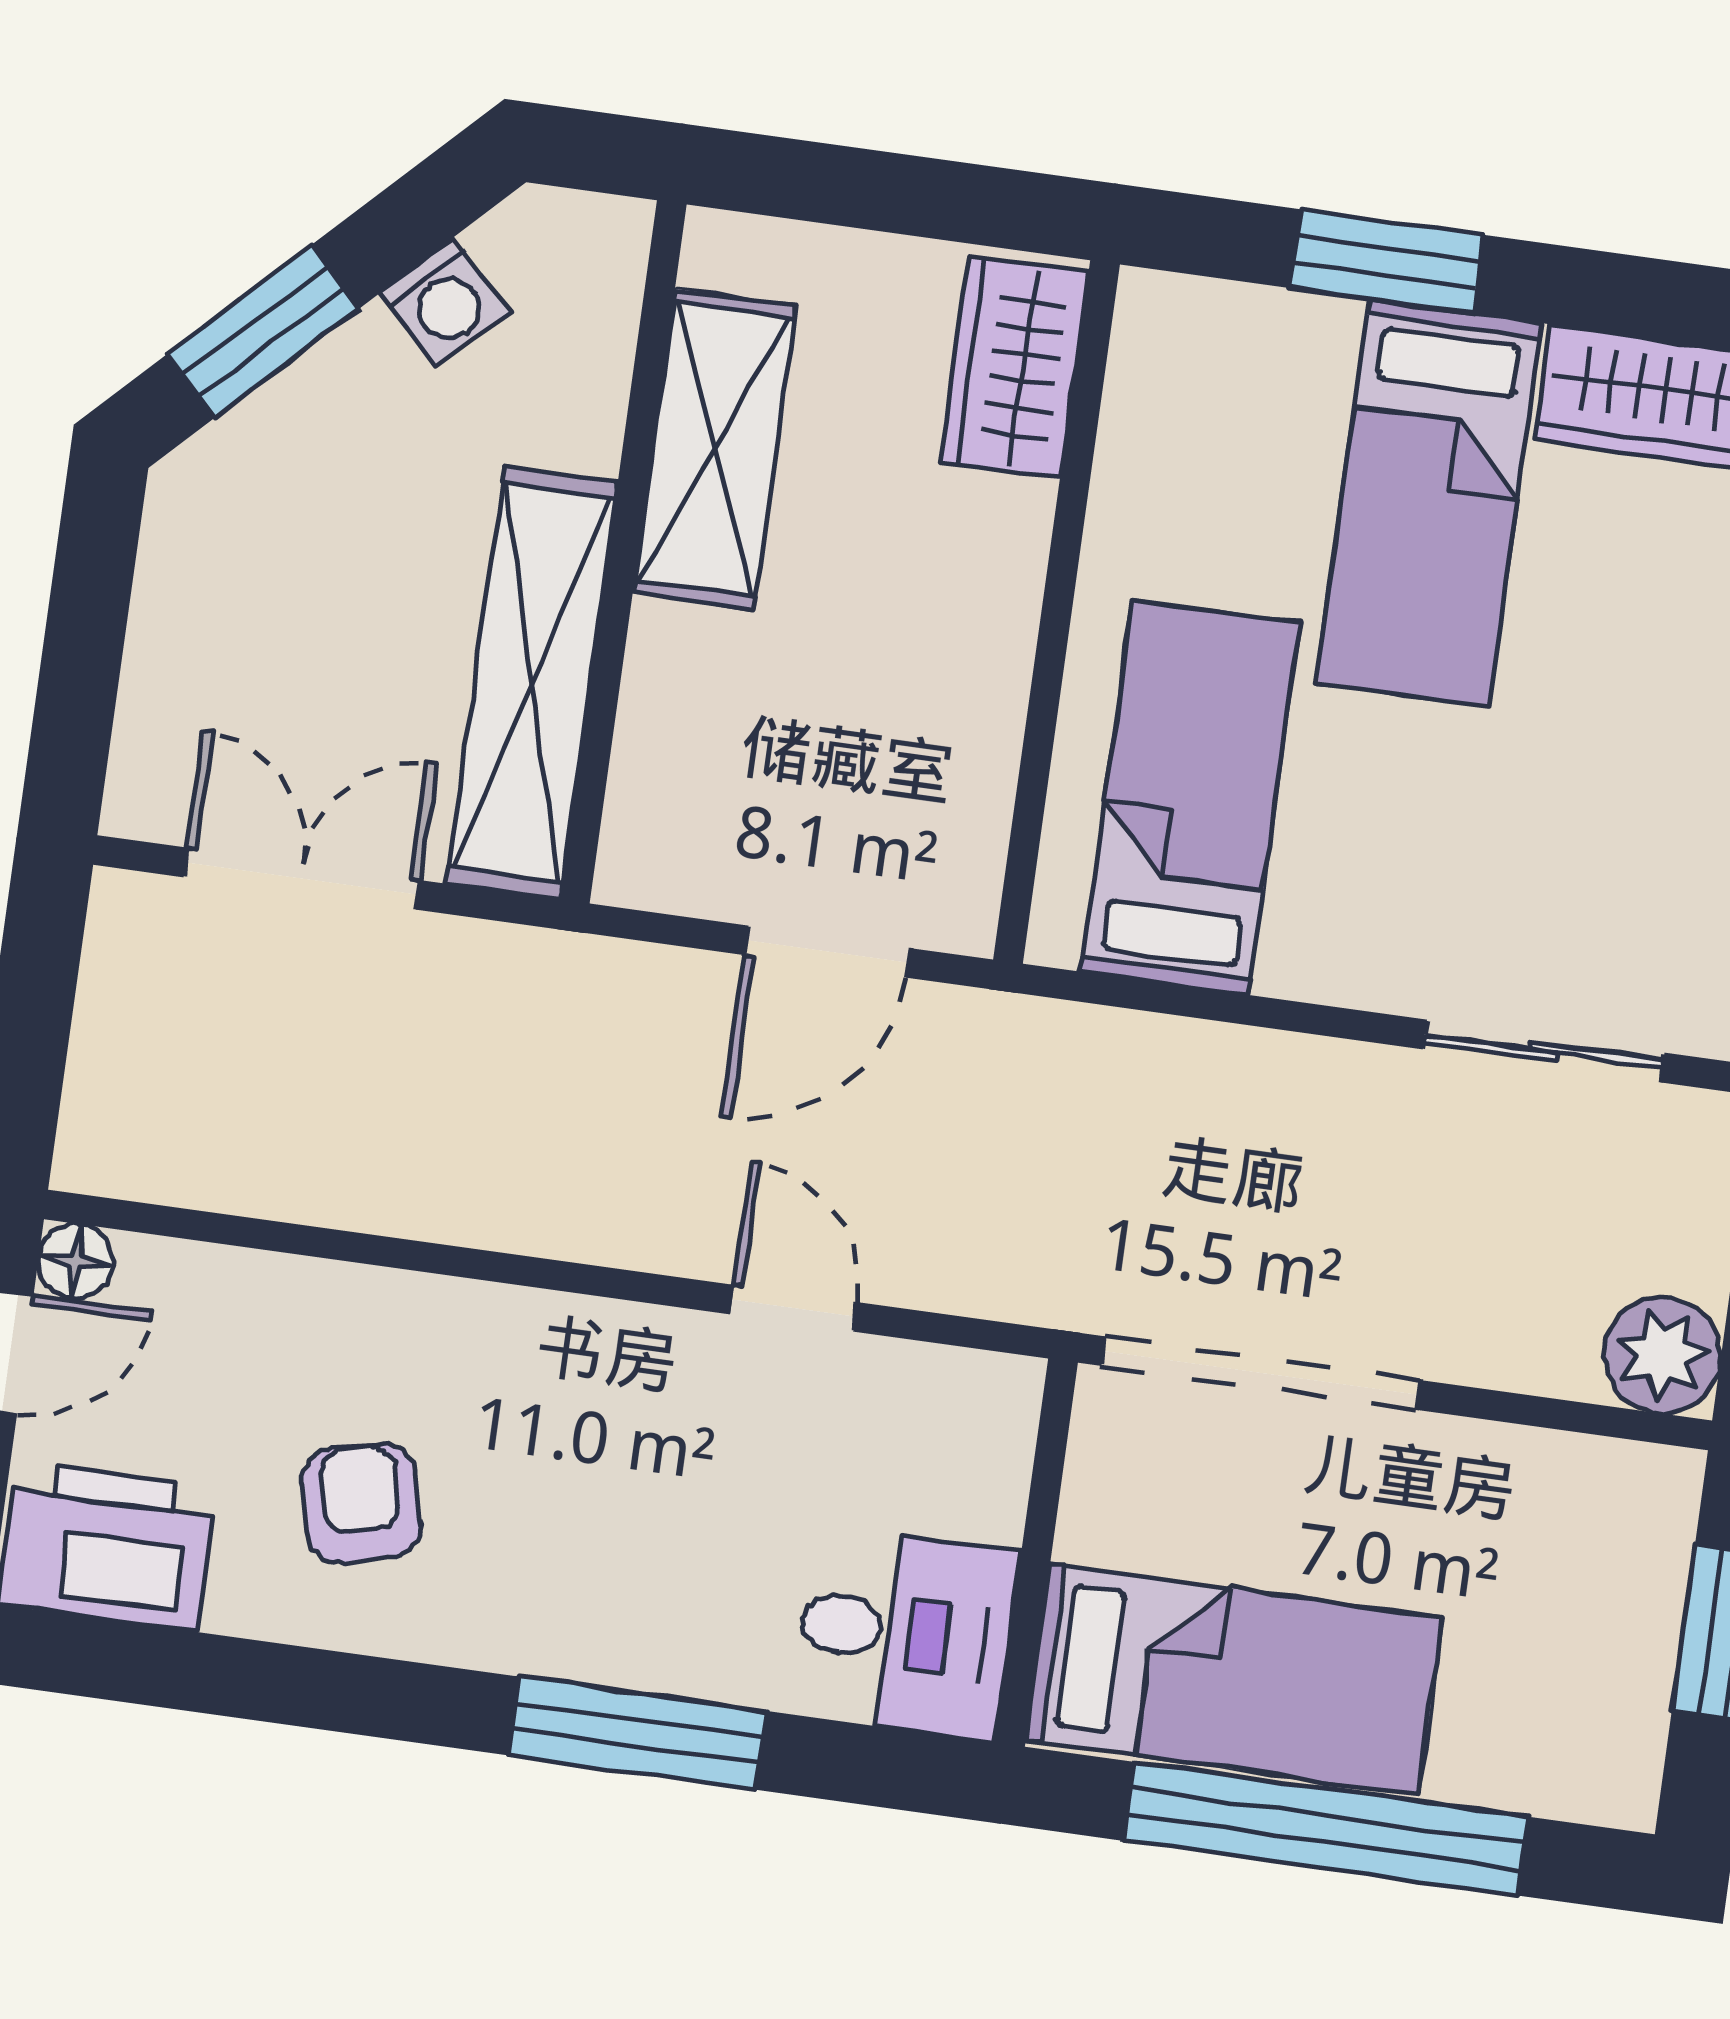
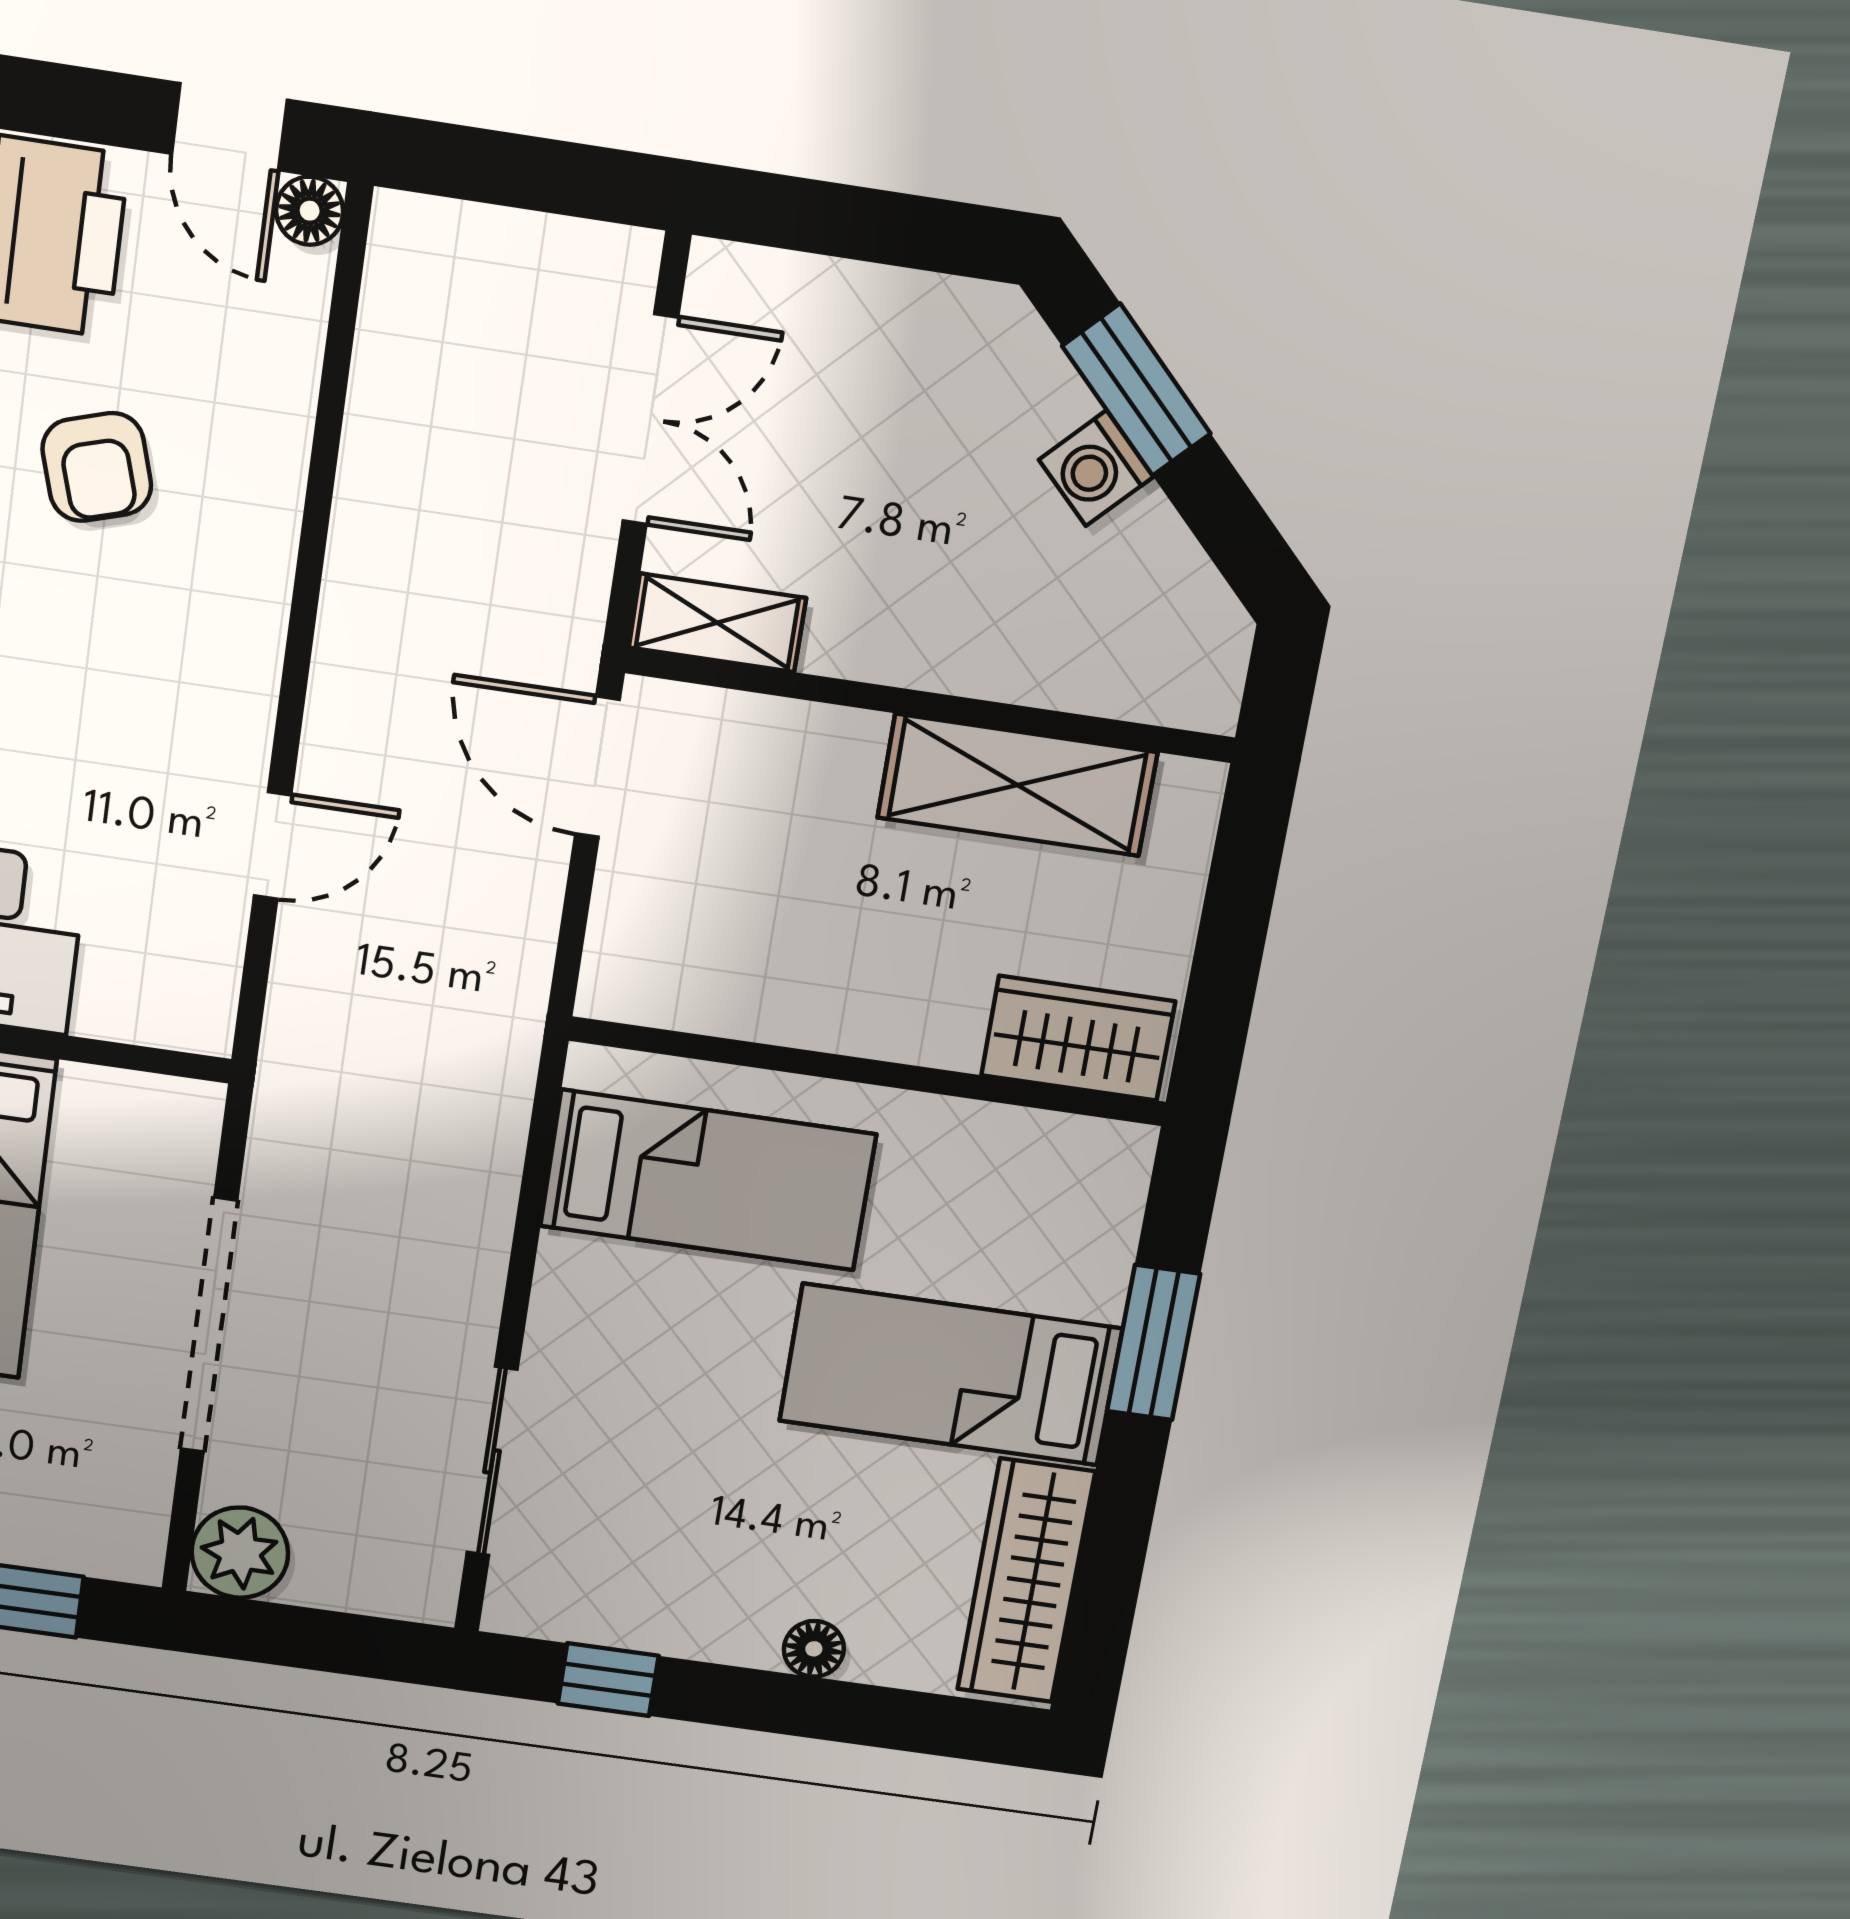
washing machine: (445, 302) -> (1096, 468), moved
shelving: (532, 683) -> (717, 623), width x0.45, depth x0.75
door: (827, 952) -> (597, 767), moved
doorway: (1261, 1373) -> (209, 1325), moved
armchair: (361, 1503) -> (97, 467), turned 87

